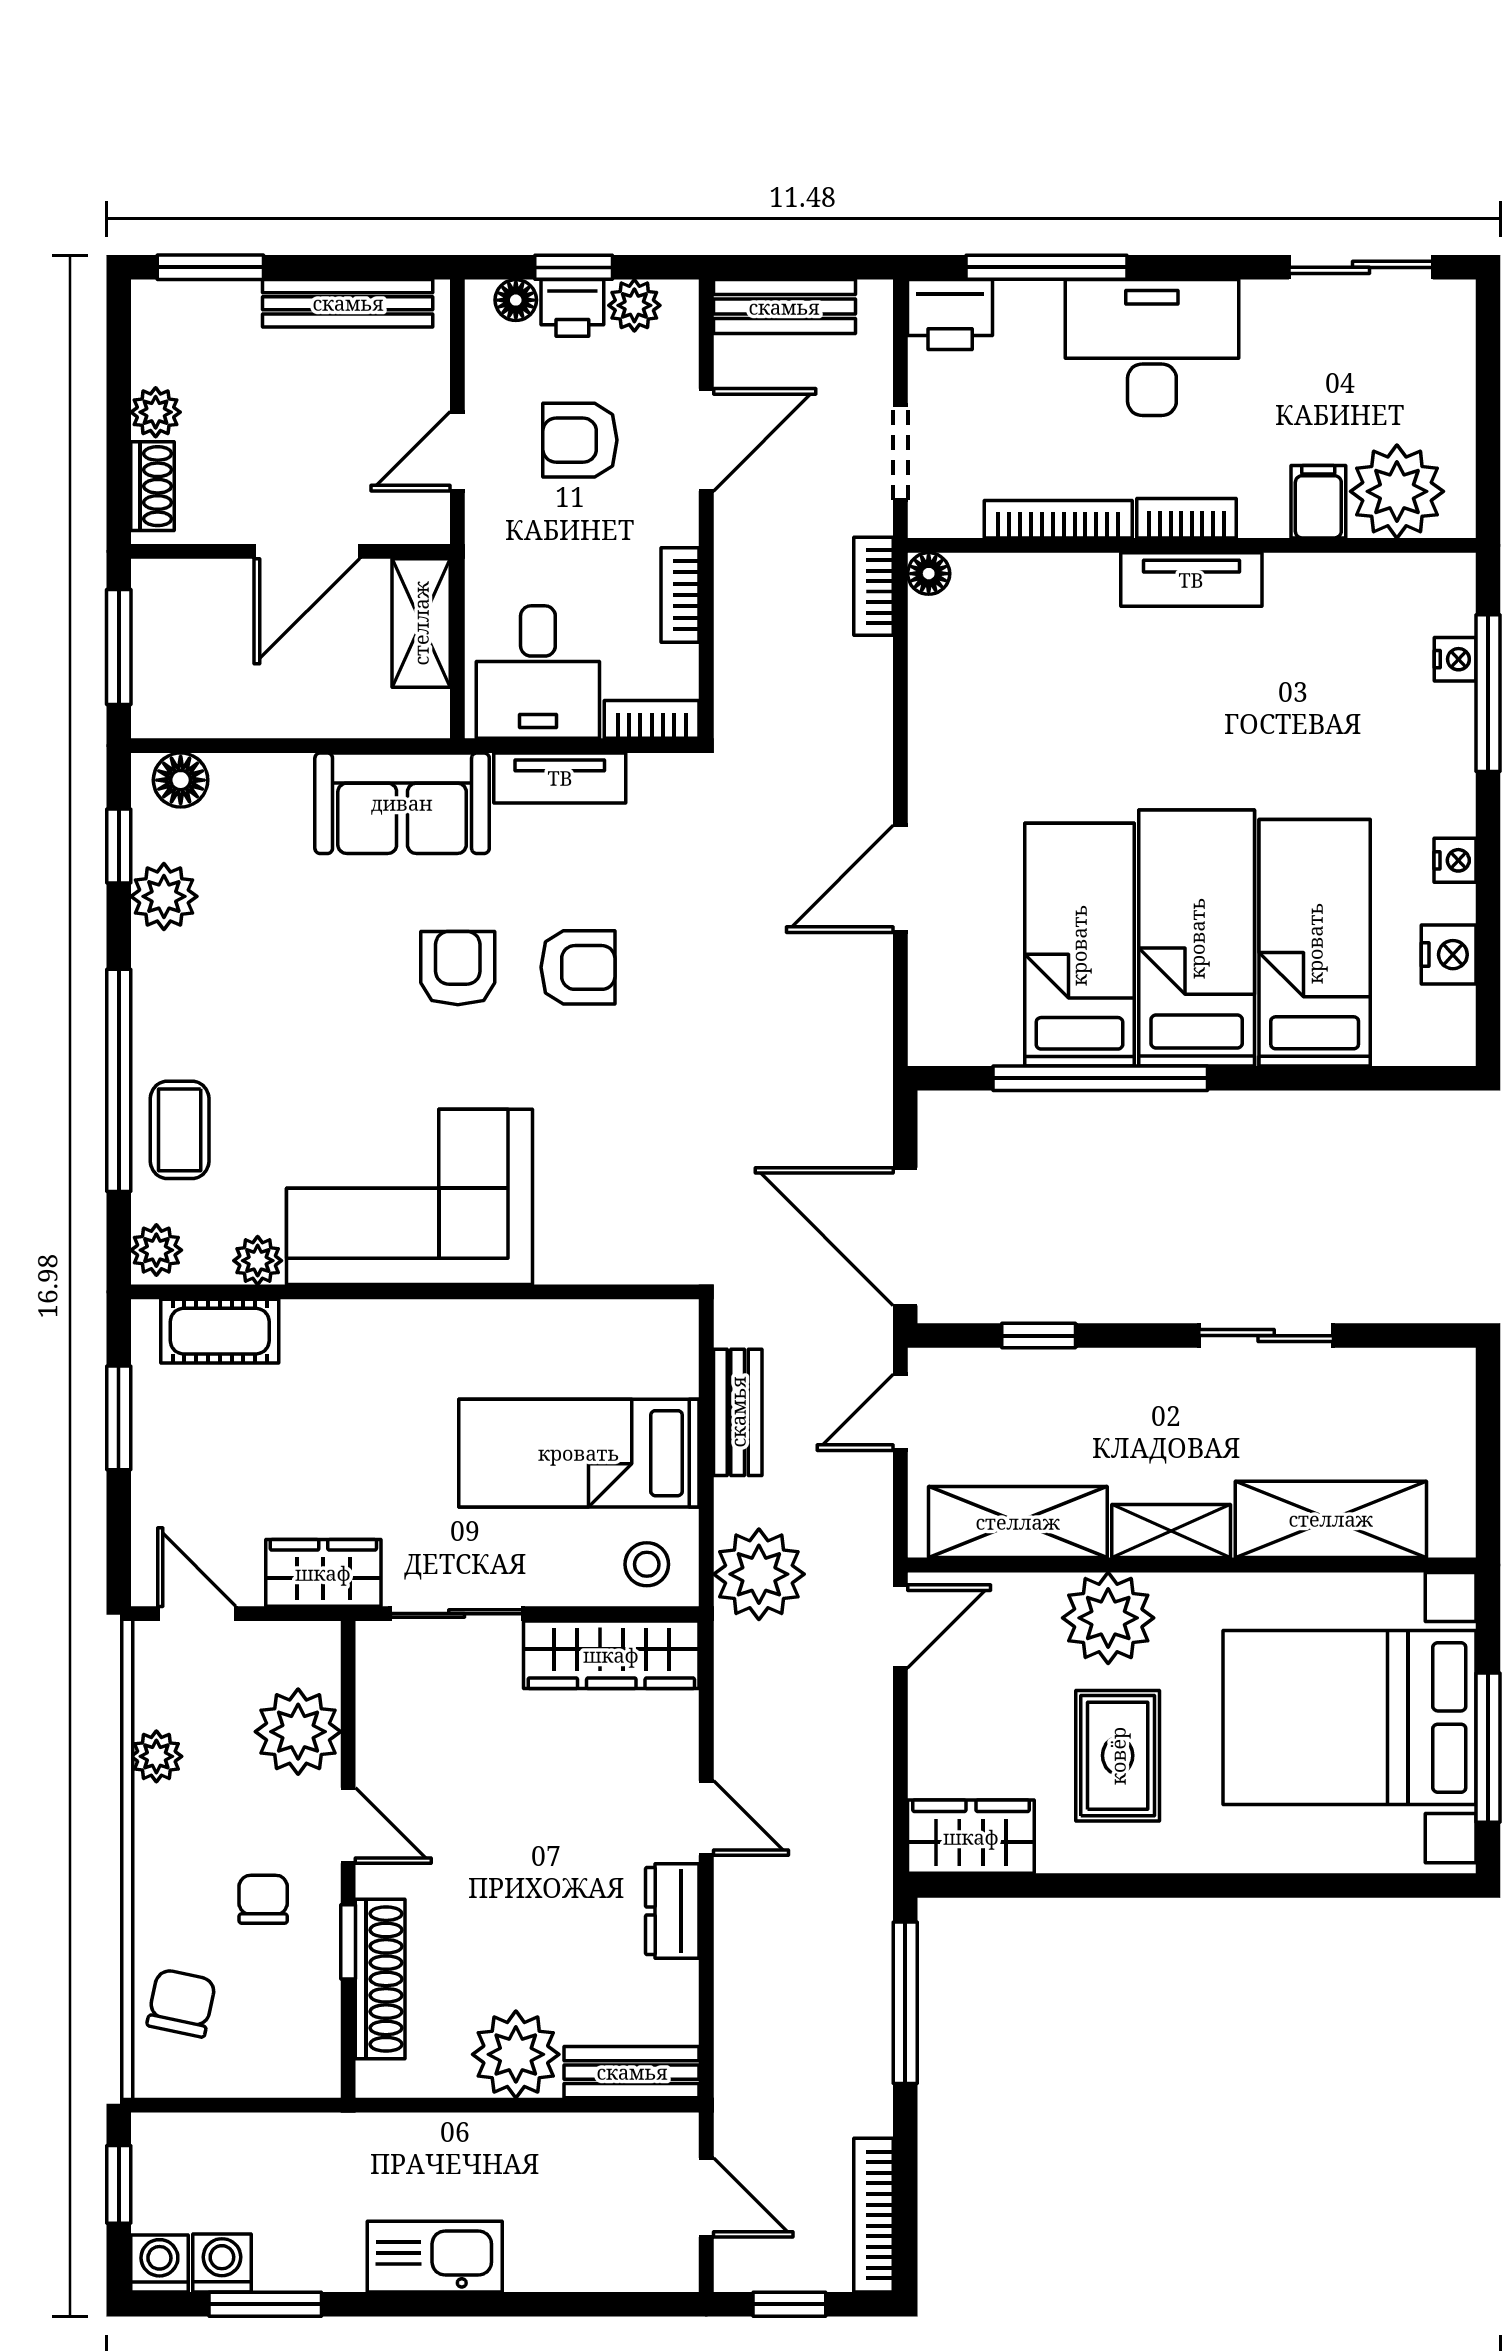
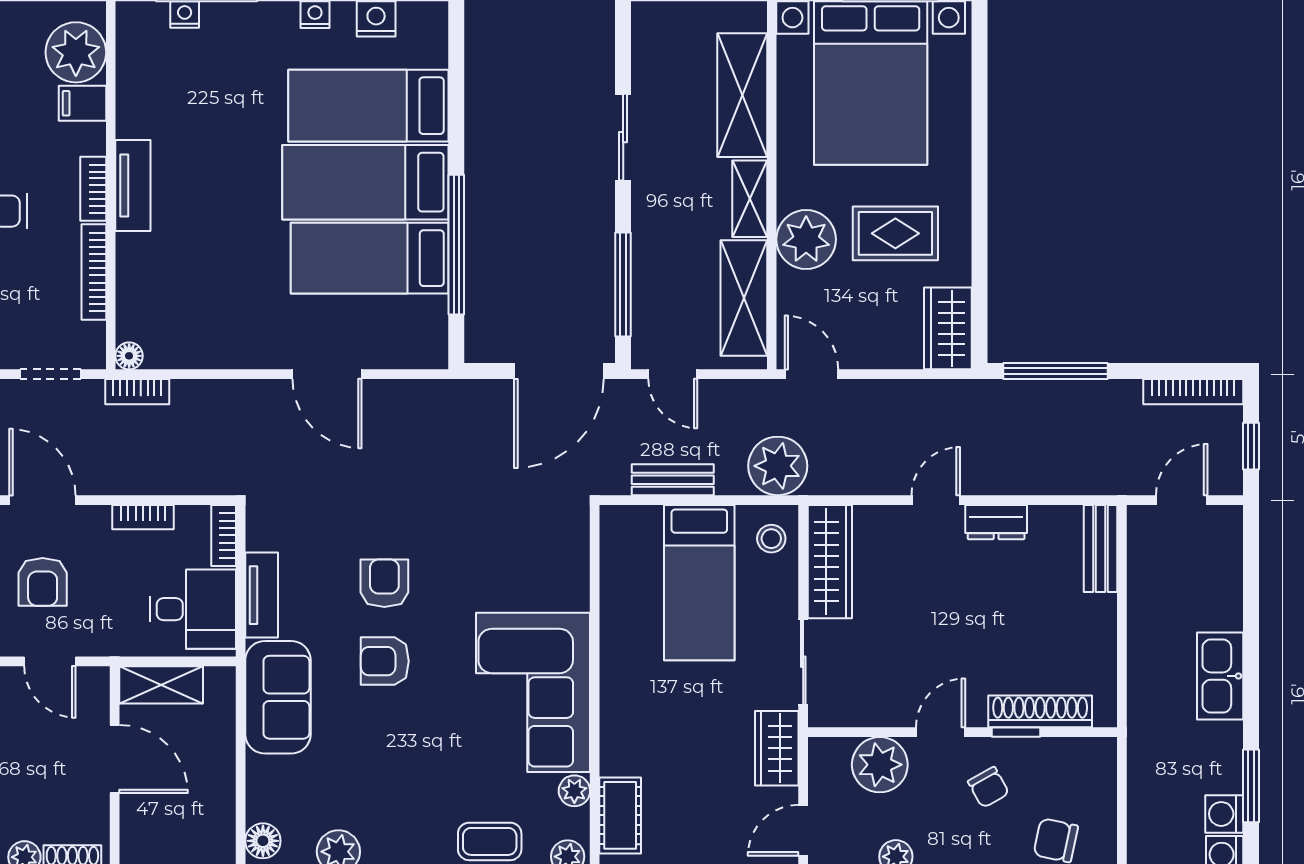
window: (1039, 1336) -> (623, 285), width x2.17
chair: (263, 1899) -> (988, 787), turned -119
plant: (516, 2054) -> (1089, 623), removed

